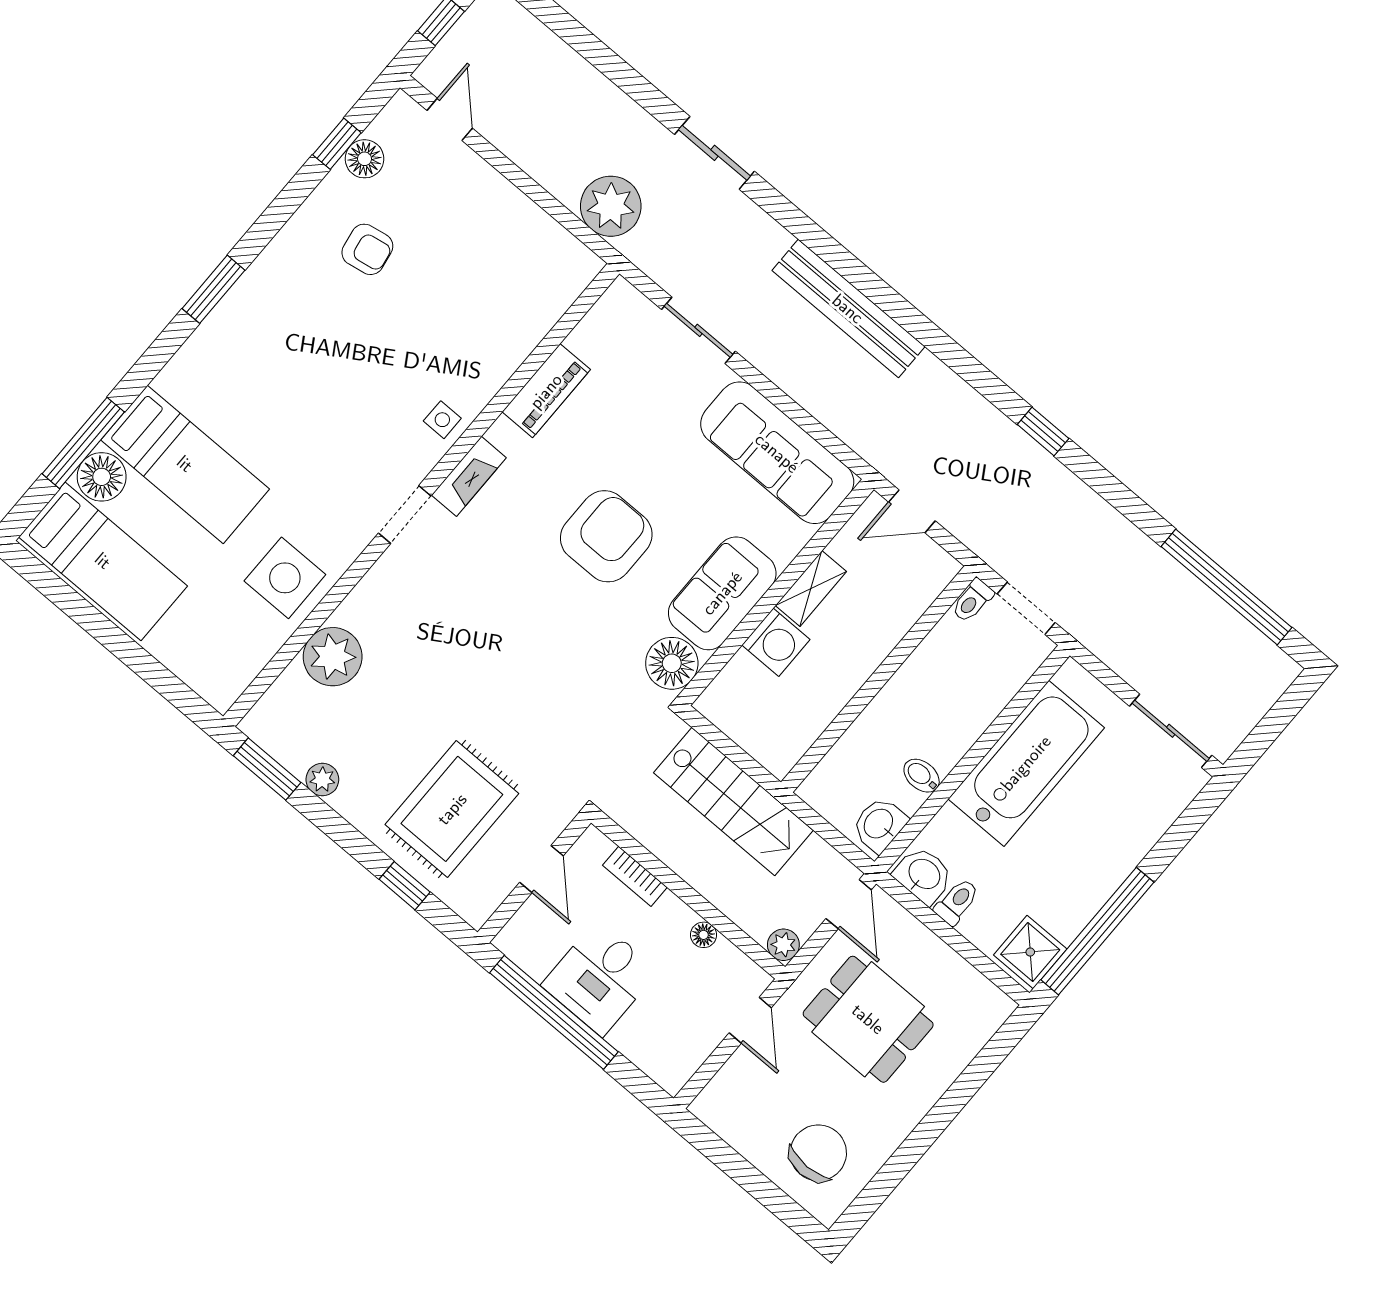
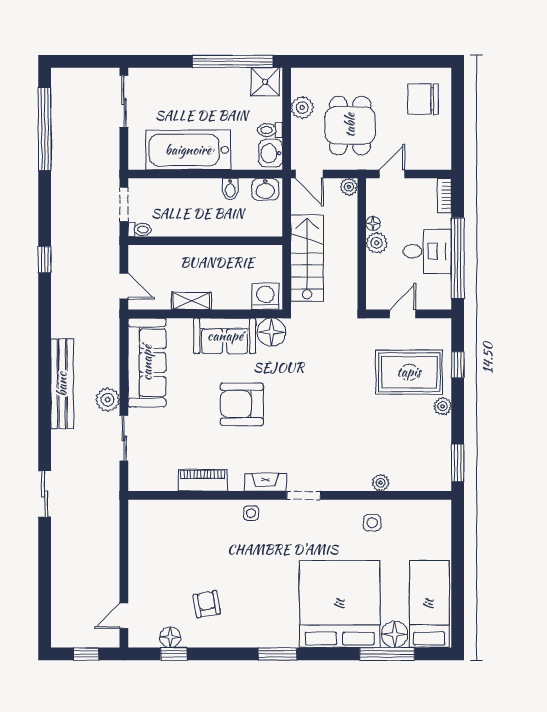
plant: (611, 206) -> (108, 400), moved, width x0.73, depth x0.73
bed: (185, 464) -> (340, 604), width x2.04
side table: (285, 578) -> (372, 523), width x0.54, depth x0.54
washing machine: (776, 642) -> (265, 296), moved
plant: (333, 657) -> (381, 483), width x0.53, depth x0.53
plant: (322, 779) -> (443, 406), moved
bookcase: (635, 876) -> (445, 196), moved, turned 180
door: (849, 904) -> (309, 174), swing flipped
plant: (672, 917) -> (377, 243), added
plant: (950, 973) -> (302, 108), added

